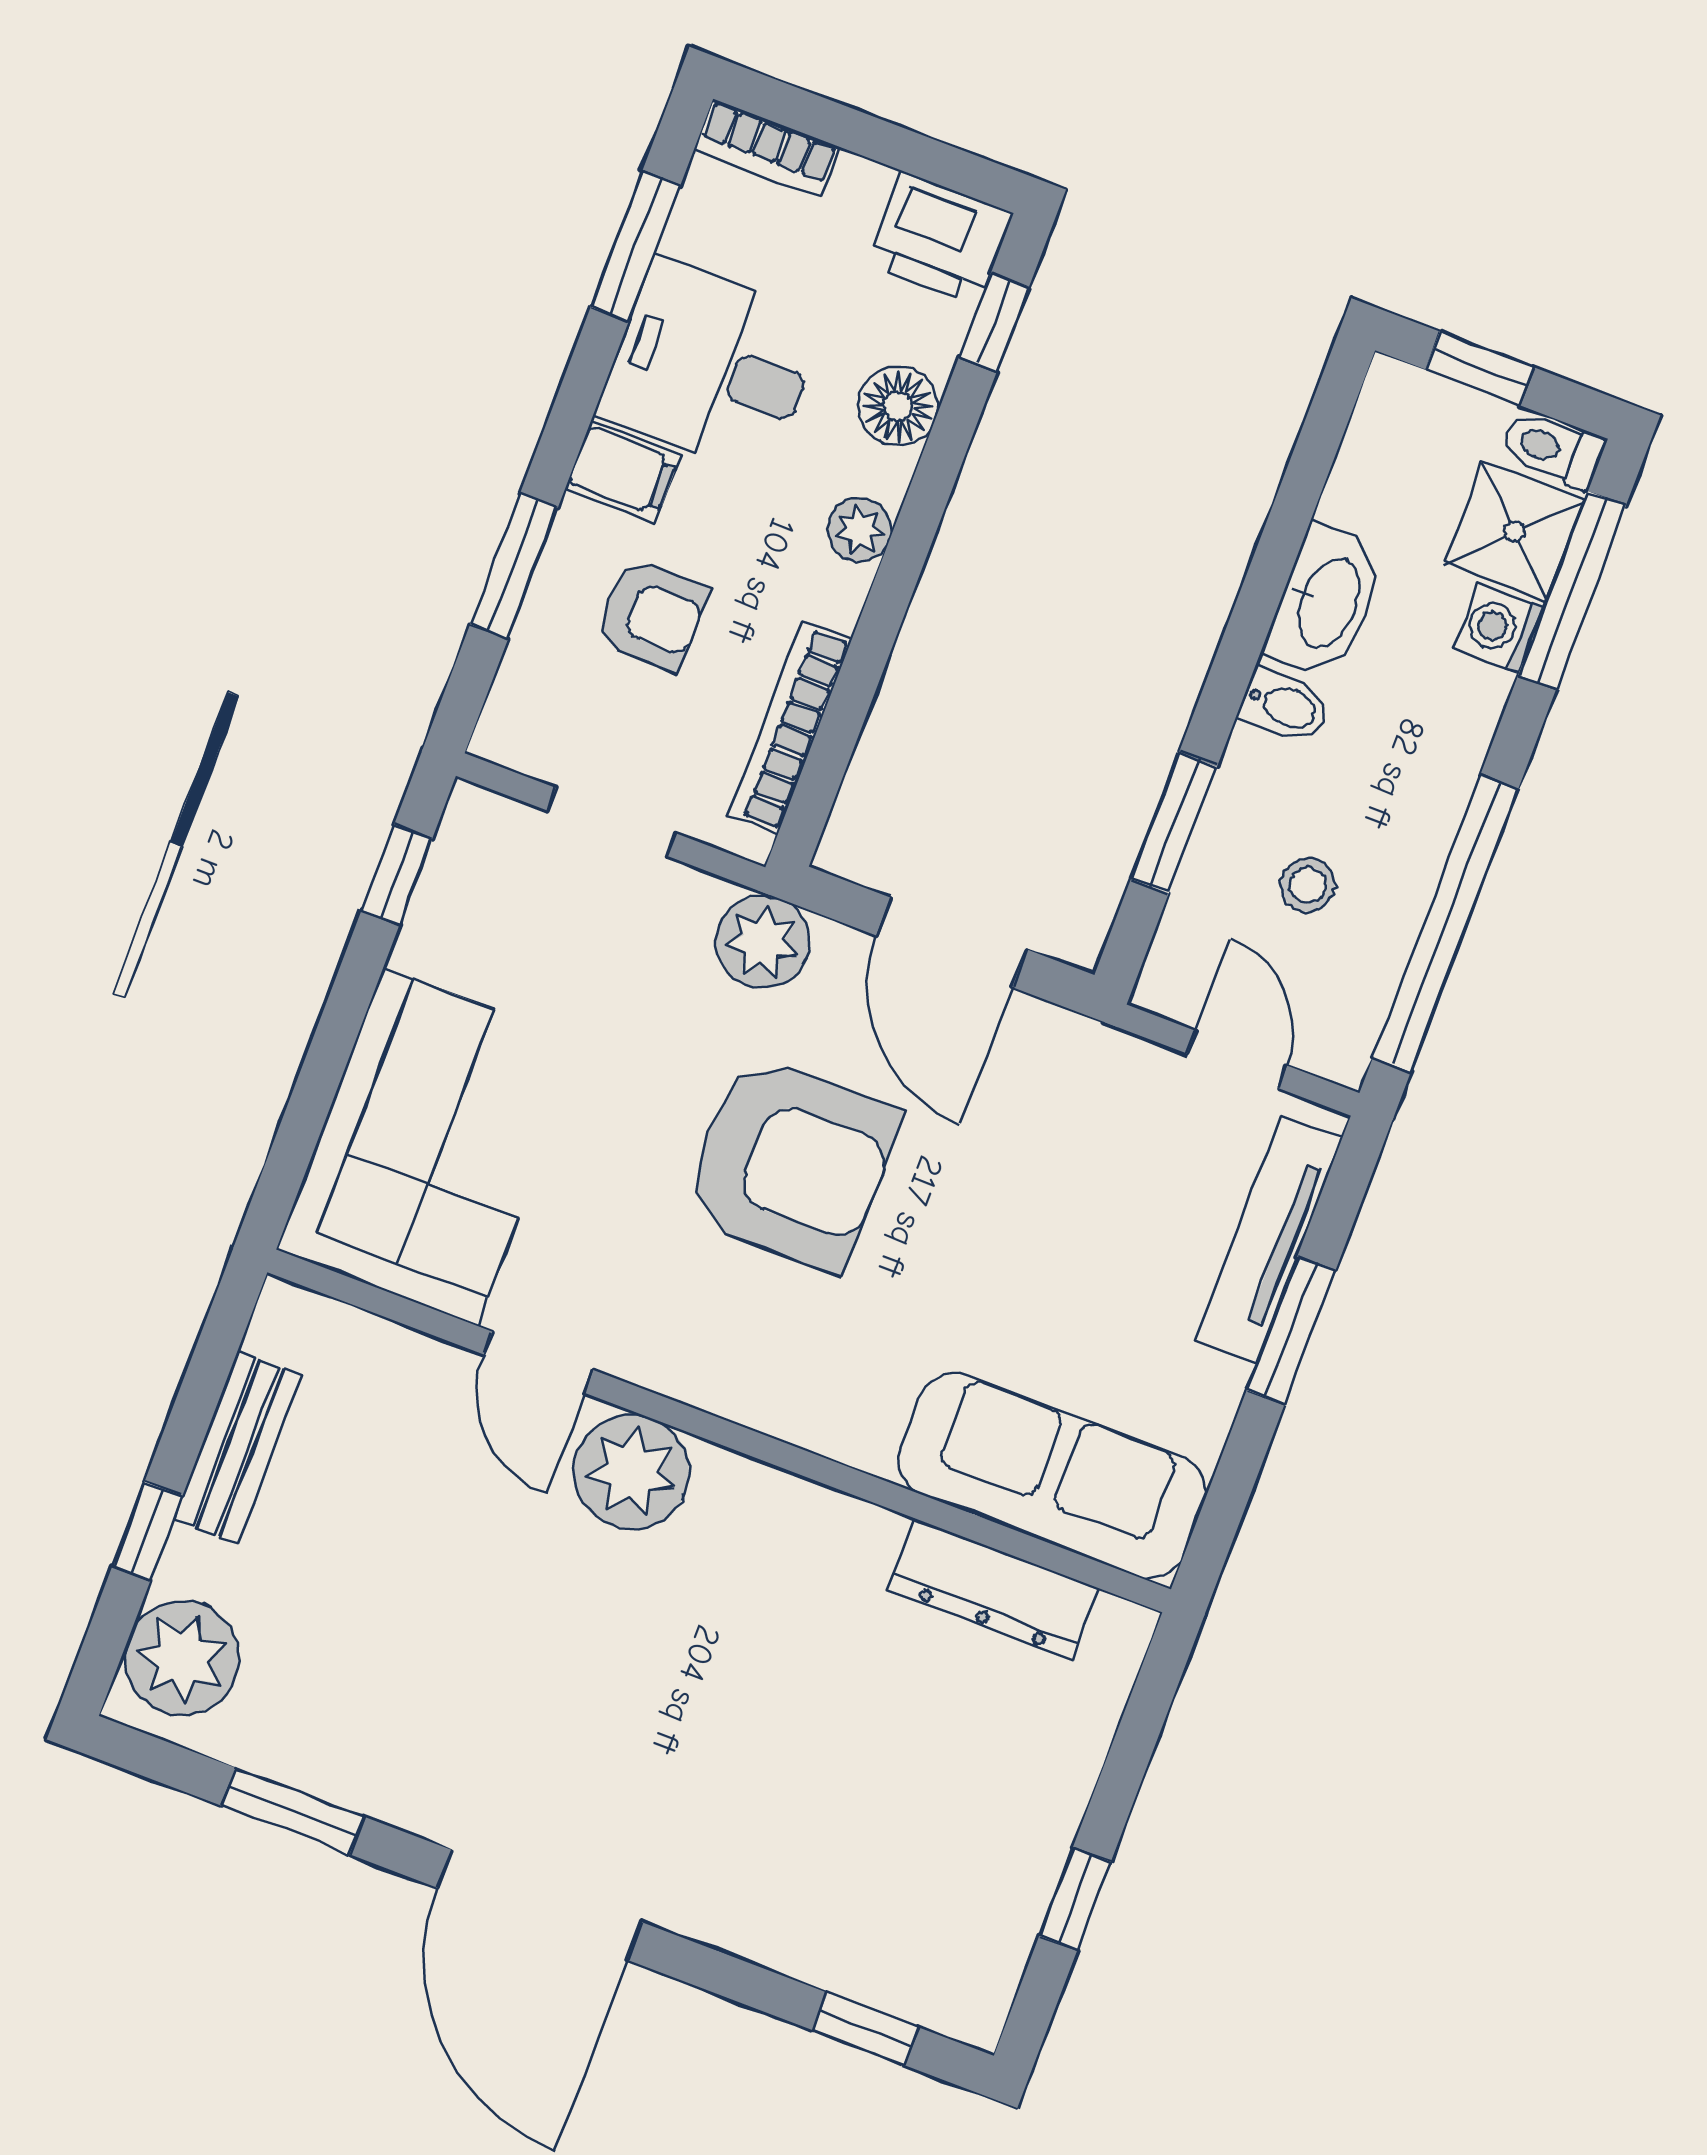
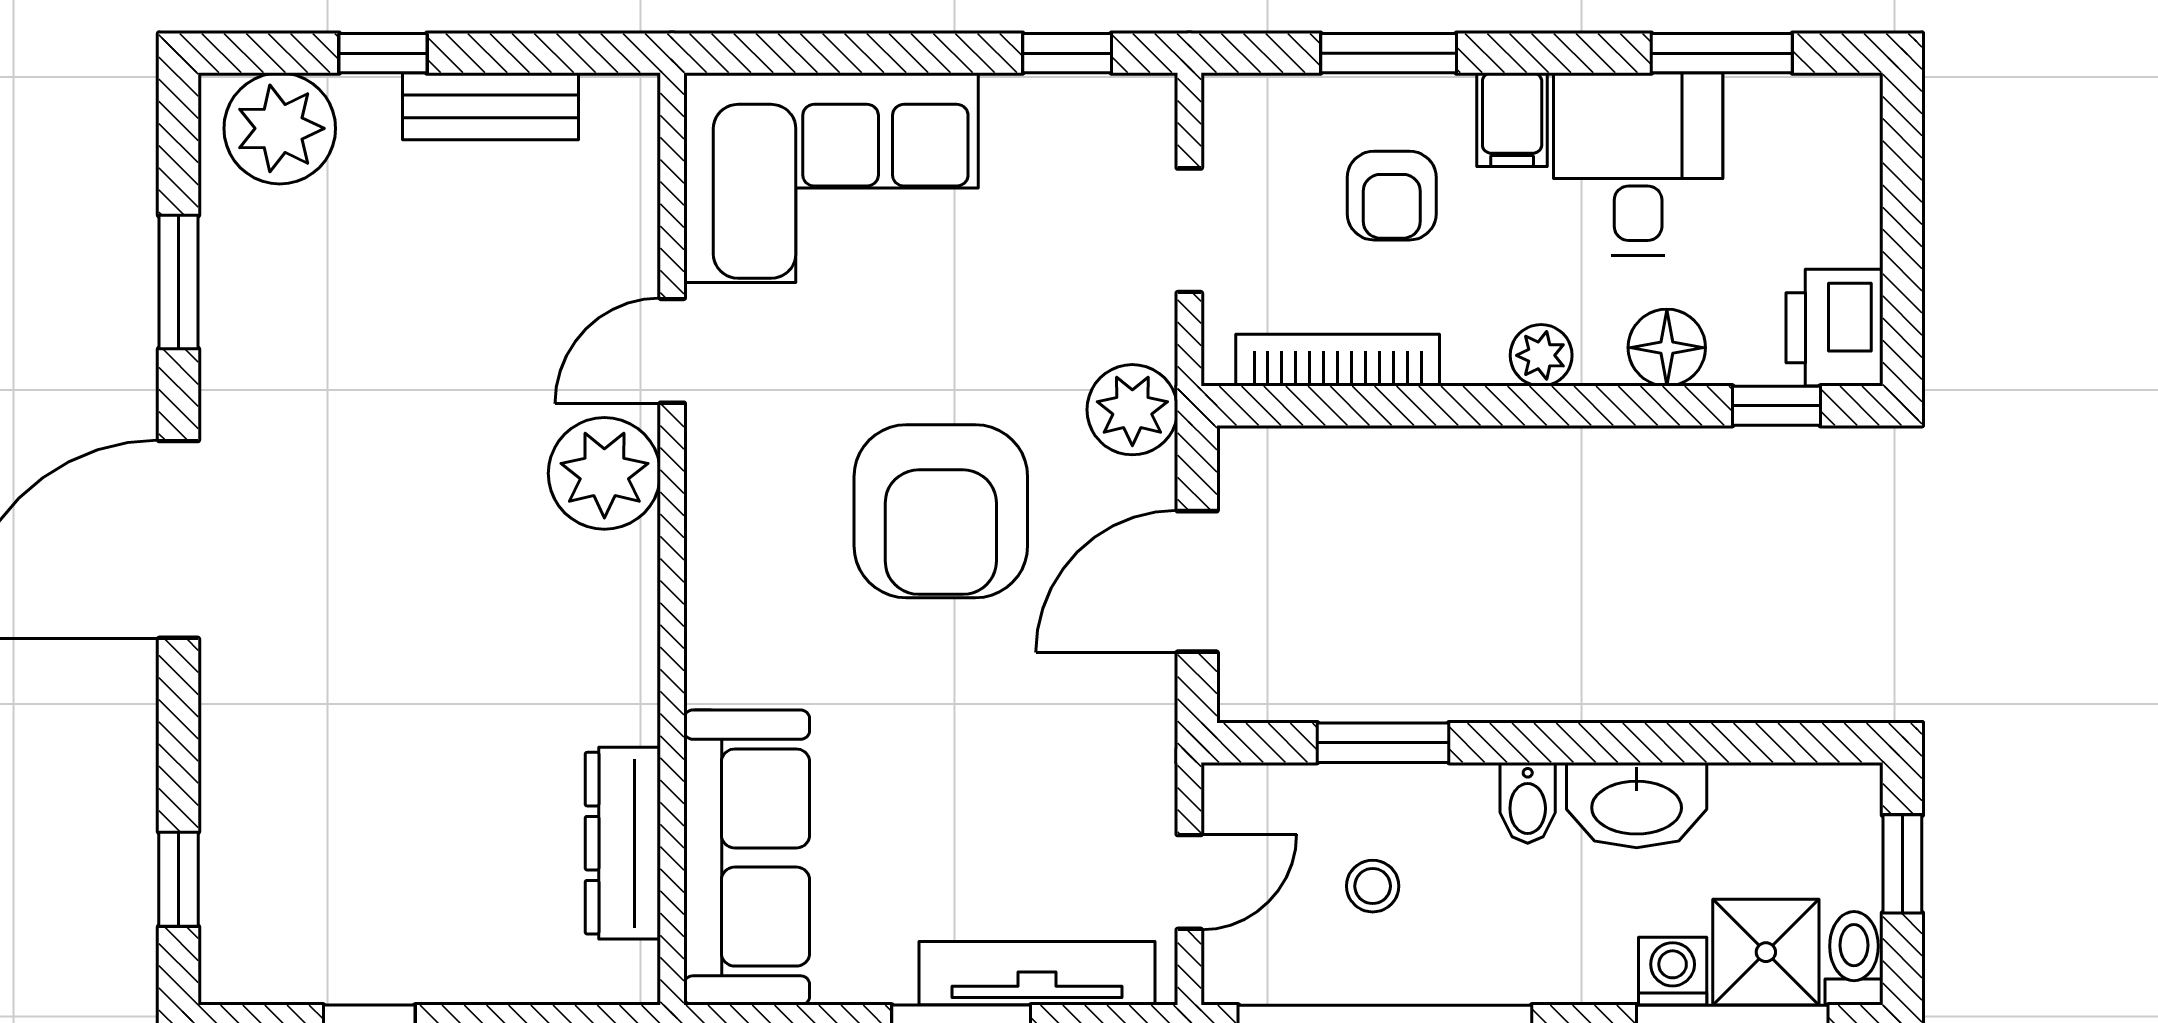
bookcase: (767, 148) -> (1856, 139), removed

